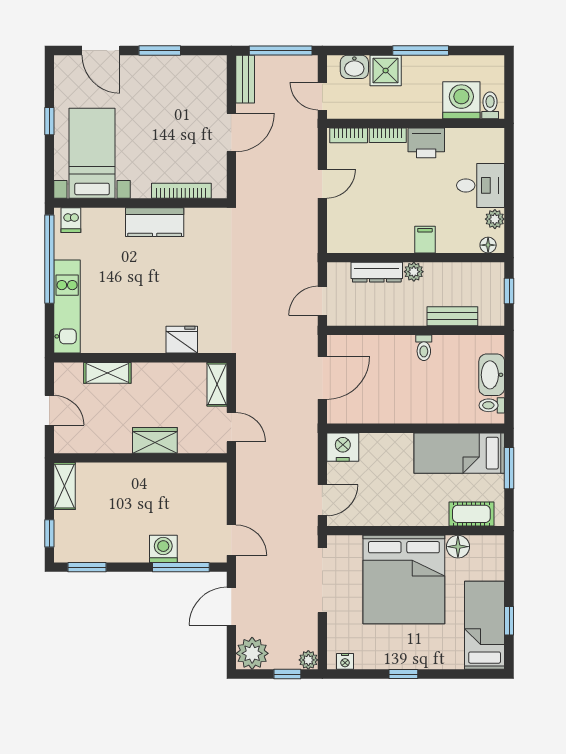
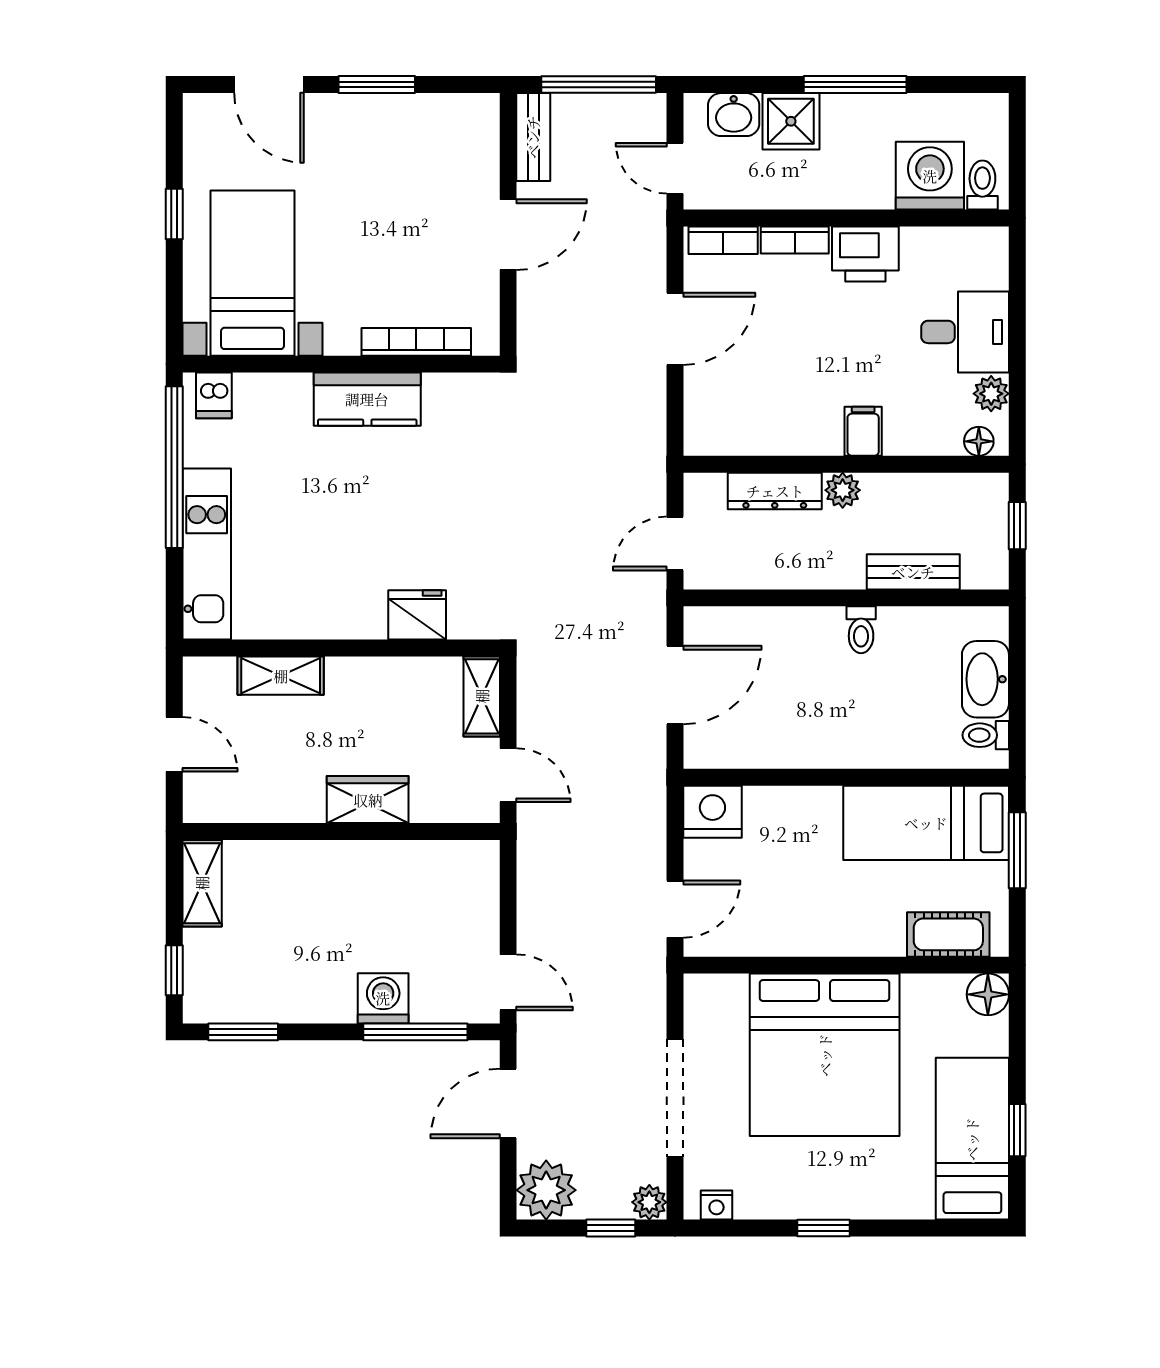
door: (322, 184) -> (675, 329), width x1.38
floor lamp: (458, 547) -> (988, 994), moved
doorway: (322, 580) -> (675, 1098), moved

